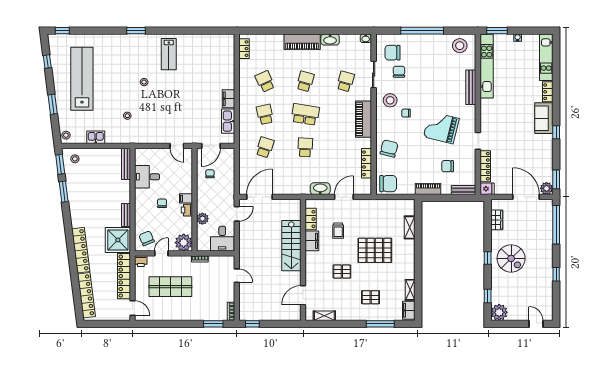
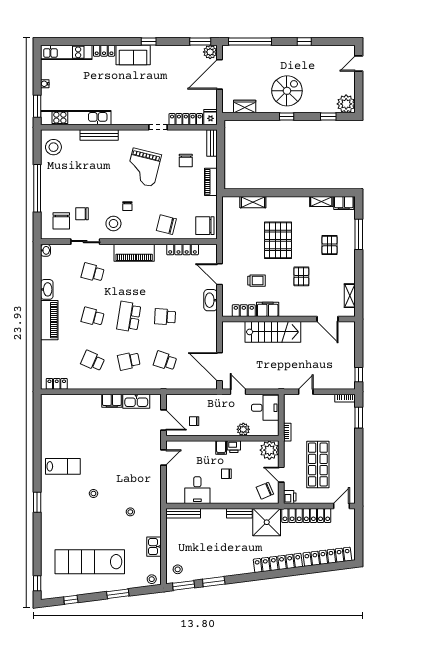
school desk: (265, 81) -> (93, 361), turned 48
chair: (388, 184) -> (205, 226), turned -90

